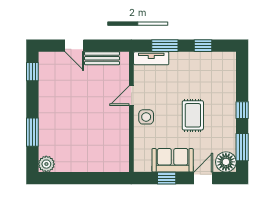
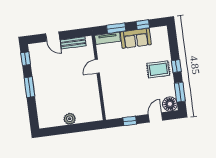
rug: (193, 115) -> (158, 69), moved, turned 90
side table: (146, 117) -> (110, 80), removed
window: (32, 132) -> (29, 87), moved
sofa: (173, 160) -> (136, 38), moved, turned 180
plant: (46, 164) -> (70, 119), moved

